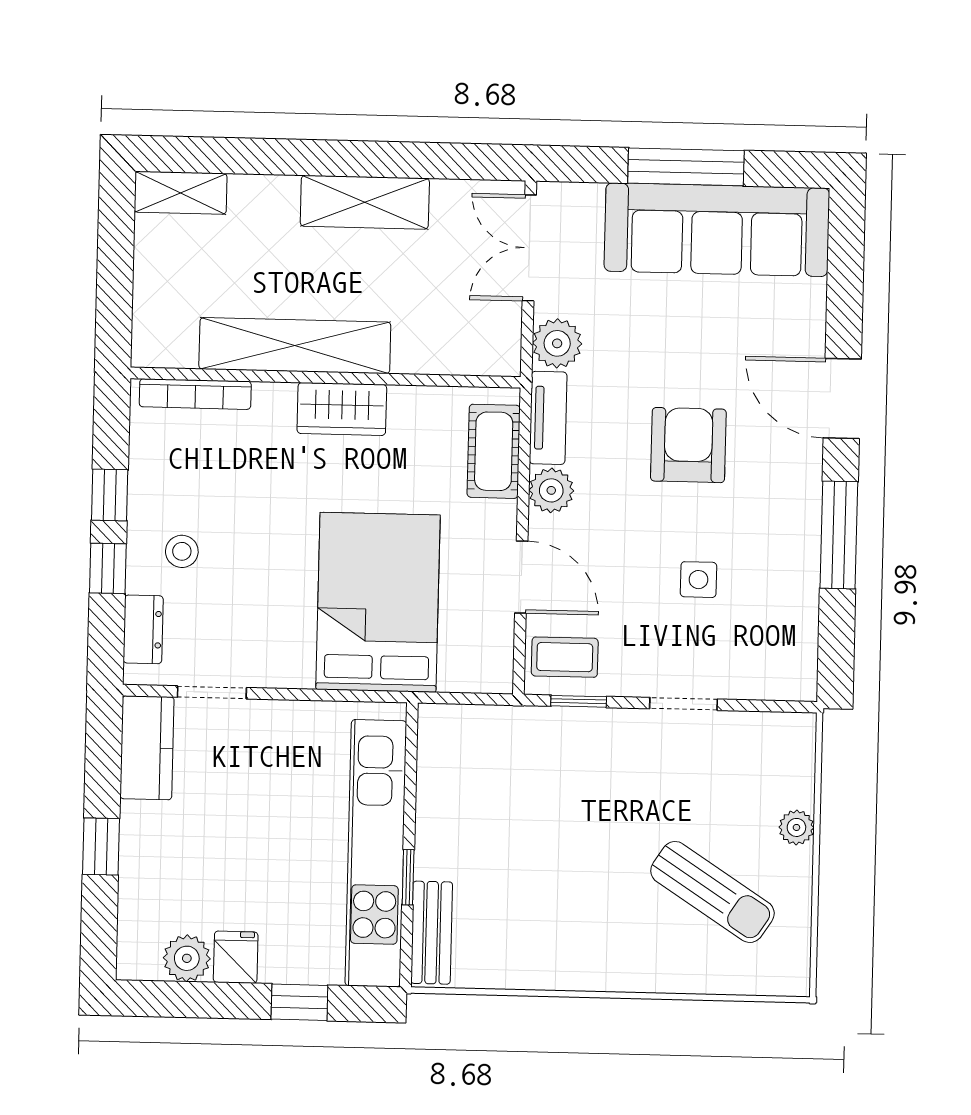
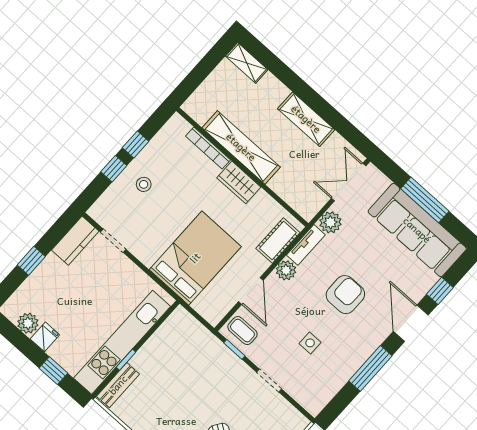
window: (845, 301) -> (440, 291), added
bookcase: (195, 394) -> (208, 148), moved
dresser: (143, 629) -> (108, 200), removed

